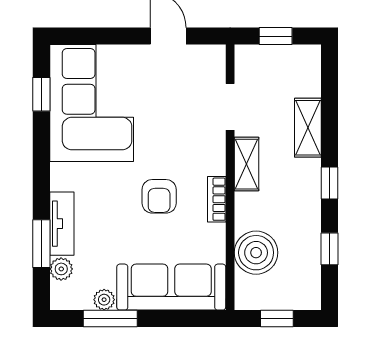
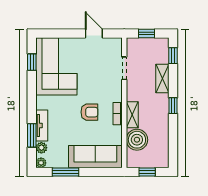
shelving: (246, 164) -> (132, 115), moved
armchair: (159, 196) -> (89, 112), turned -90
window: (329, 249) -> (173, 56), moved
plant: (104, 300) -> (41, 163), moved

